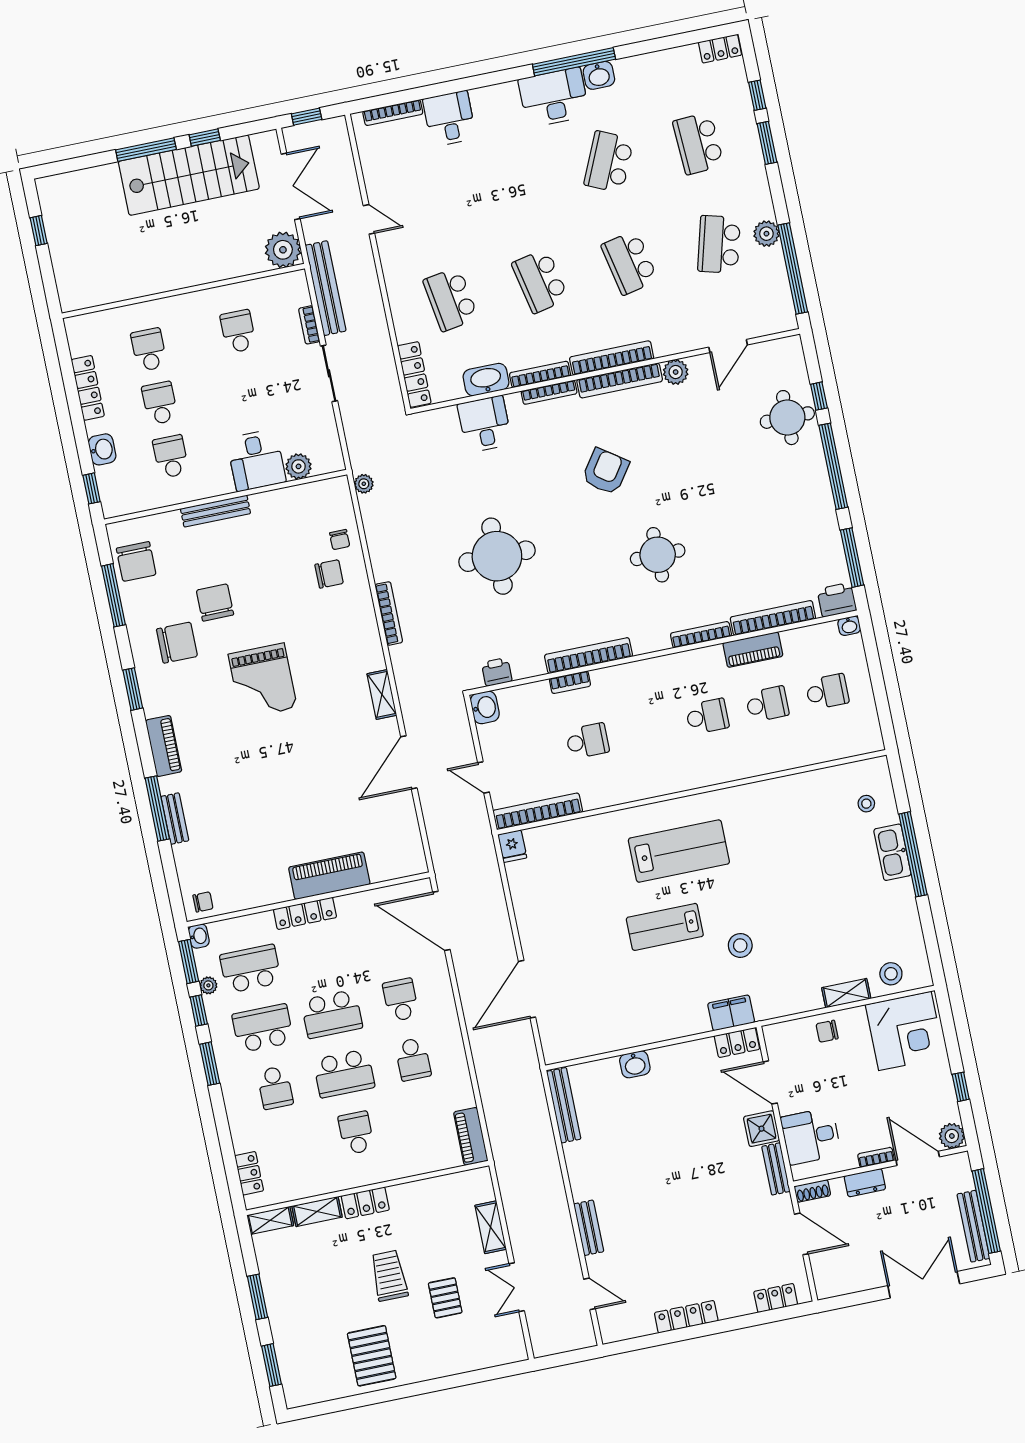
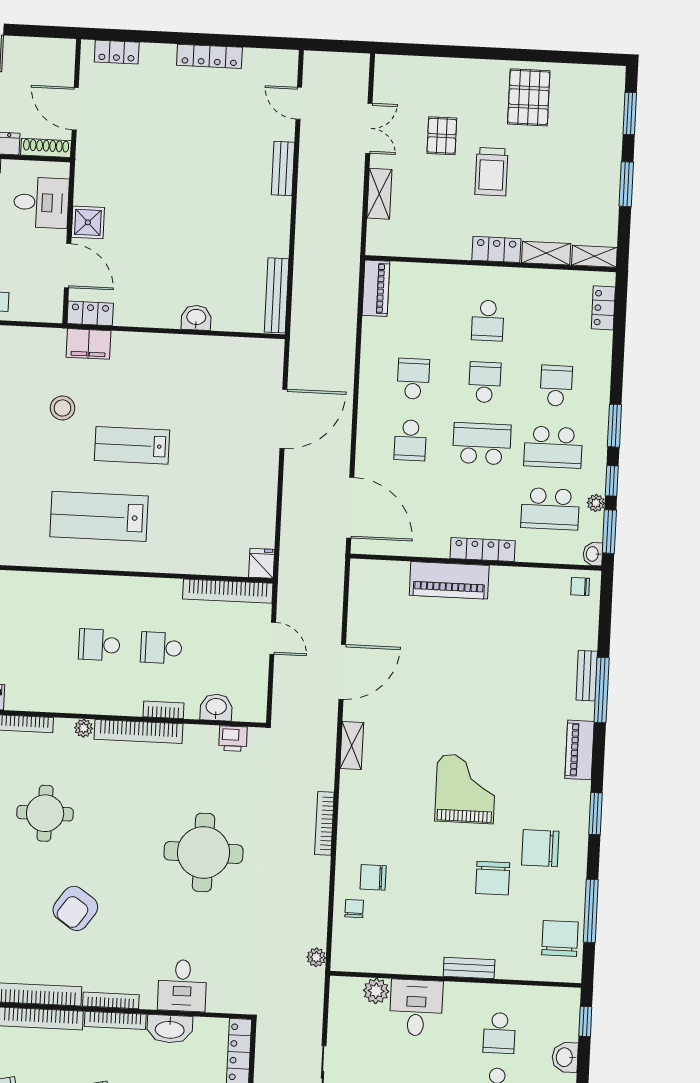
bench: (215, 511) -> (469, 968), width x0.73
plant: (642, 645) -> (84, 728), added
washbasin: (485, 707) -> (216, 707), moved, turned 90
school desk: (707, 716) -> (99, 645), moved
lab bench: (665, 927) -> (132, 445), turned 180
school desk: (344, 1073) -> (485, 382), width x0.54
bench: (776, 1169) -> (84, 179), removed
shoe rack: (812, 1191) -> (46, 148), width x1.43

